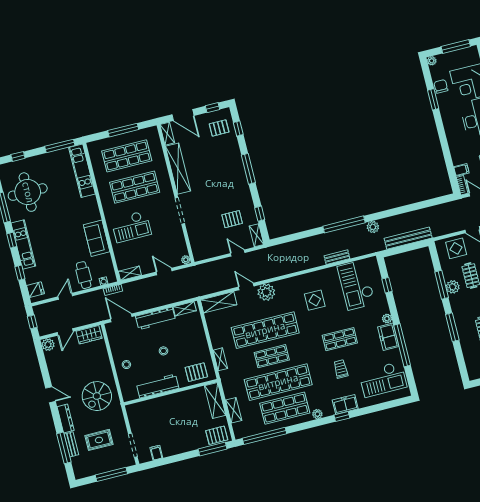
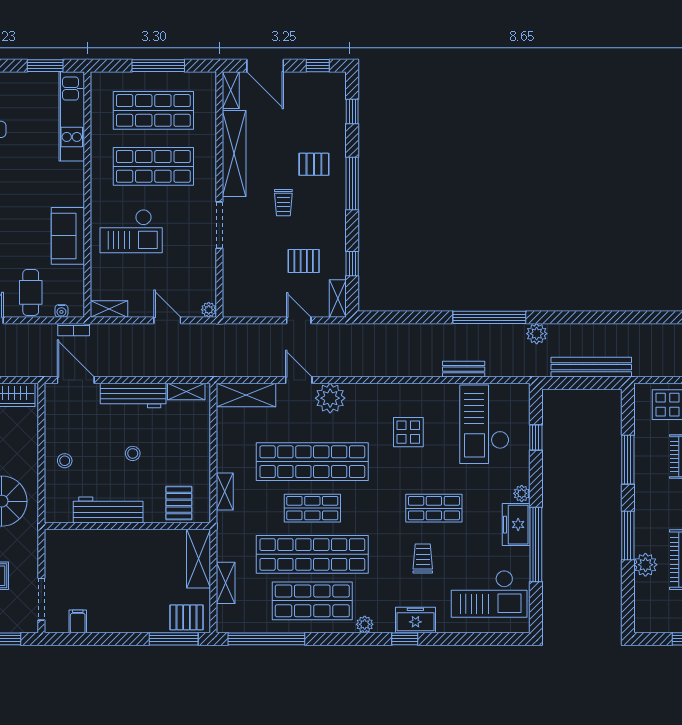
pallet: (219, 128) -> (314, 164), moved
window: (60, 146) -> (45, 66), width x0.69
trolley: (213, 189) -> (283, 203), added
plant: (453, 287) -> (645, 565), moved
pallet: (196, 372) -> (179, 503), turned 90

